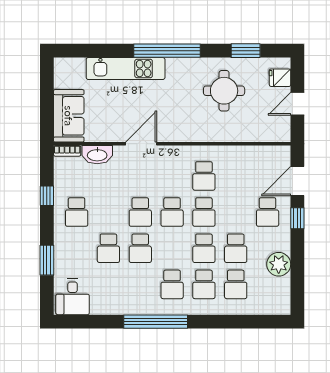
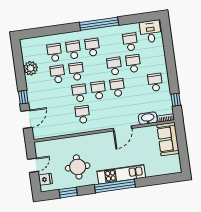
kitchen unit: (126, 69) -> (121, 174), moved
window: (47, 196) -> (176, 100), moved
school desk: (268, 212) -> (130, 42), moved
window: (47, 260) -> (169, 51), removed

